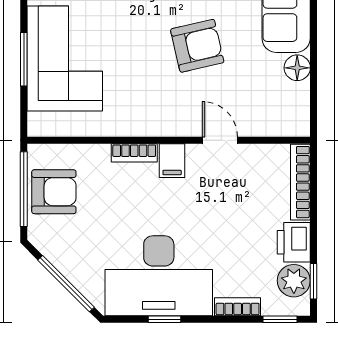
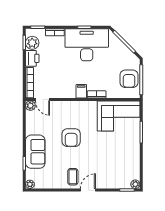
armchair: (197, 46) -> (71, 138), turned -77
corner sofa: (65, 58) -> (119, 116), moved, turned -90
floor lamp: (297, 68) -> (31, 129), removed
plant: (298, 125) -> (30, 106), added
door: (220, 140) -> (43, 99), moved
armchair: (54, 192) -> (129, 79), turned -90

